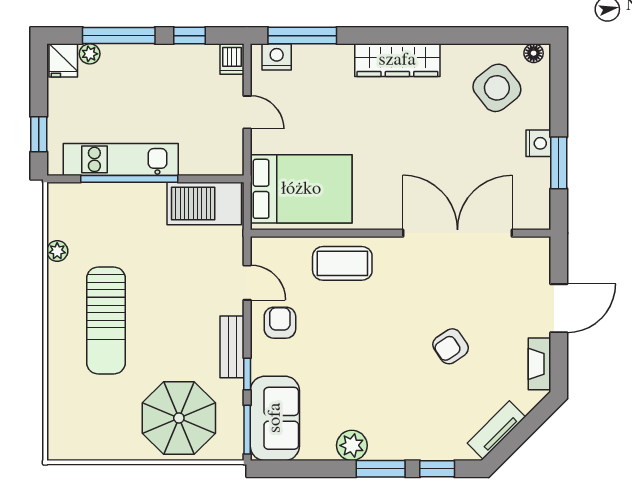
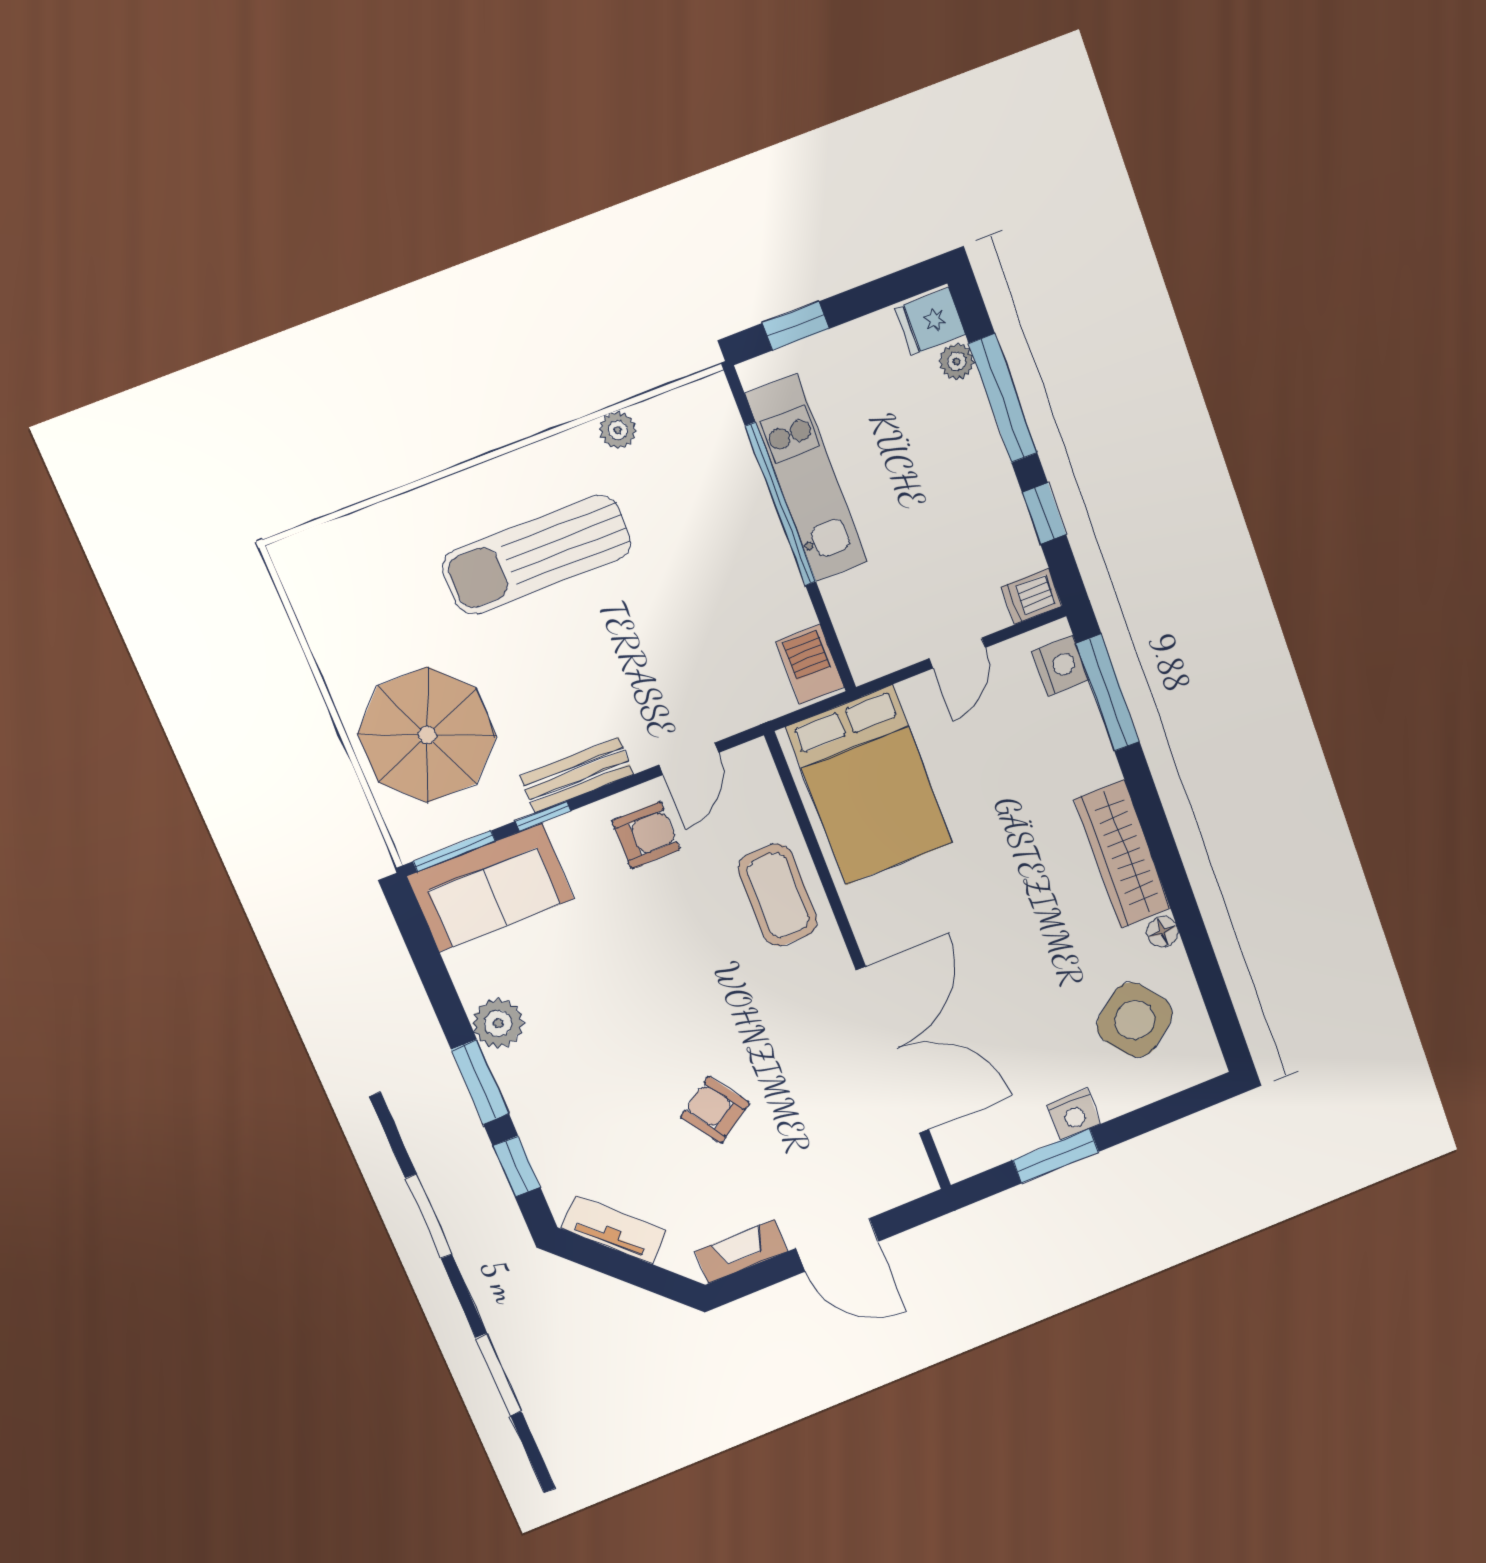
floor lamp: (534, 53) -> (1163, 932), moved
barbecue: (204, 204) -> (810, 664), width x0.53, depth x0.65

